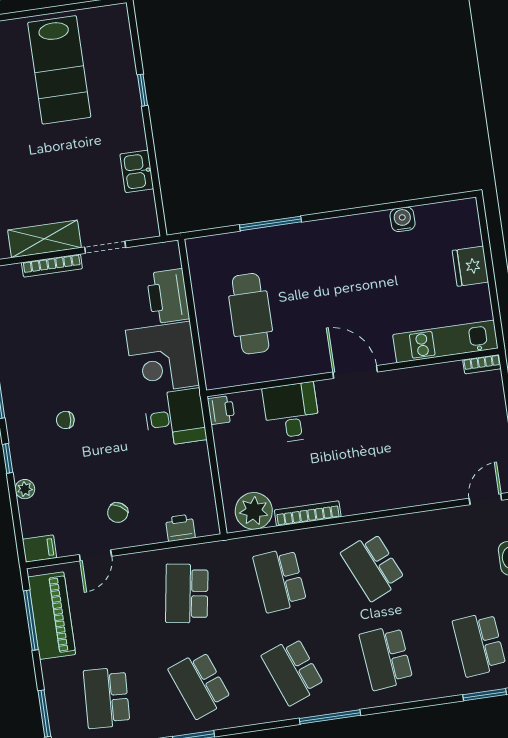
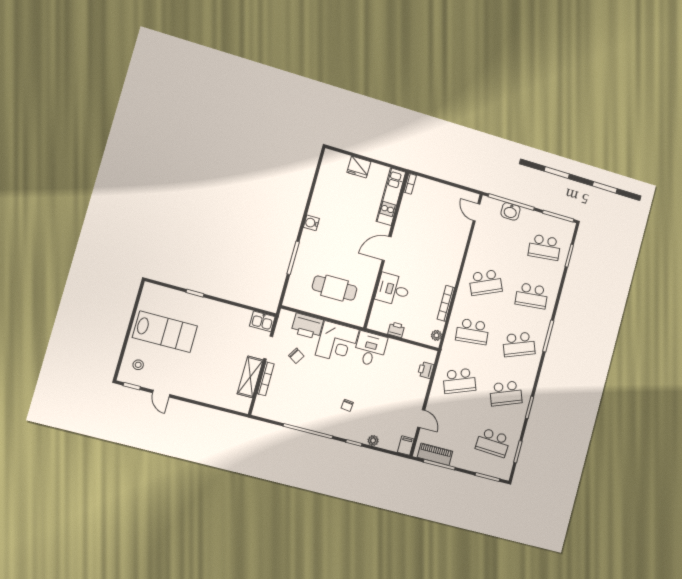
kitchen sink: (137, 171) -> (262, 321), moved
water cooler: (403, 219) -> (311, 223), moved
printer: (221, 410) -> (396, 330), moved
plant: (254, 511) -> (436, 335), width x0.53, depth x0.53
chair: (118, 513) -> (296, 356), moved
school desk: (187, 593) -> (459, 381), turned -30
piano: (52, 616) -> (435, 454), width x0.73, depth x0.75

